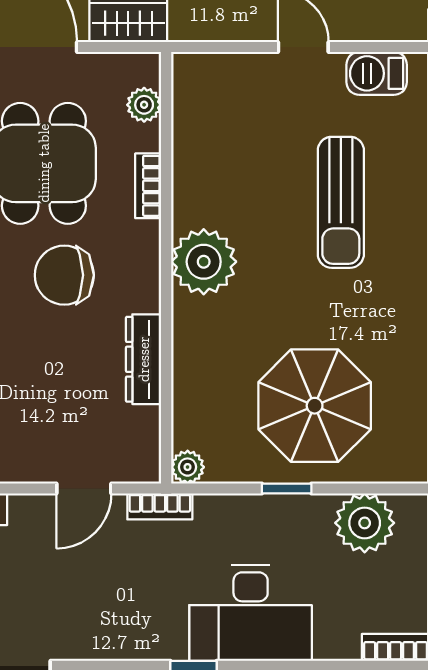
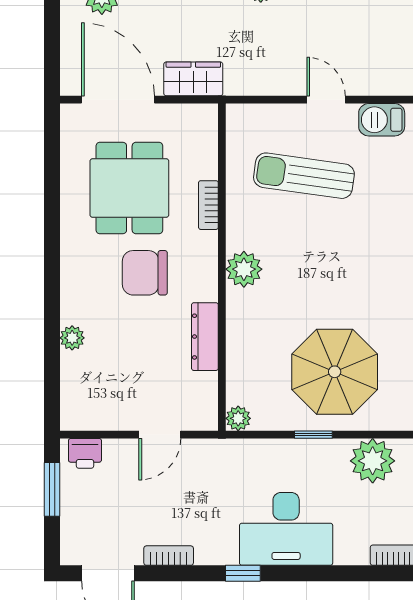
plant: (144, 105) -> (205, 144), removed
sun lounger: (341, 202) -> (304, 176), moved, turned 98
plant: (204, 262) -> (244, 269), width x0.73, depth x0.73
bookcase: (160, 506) -> (169, 556), moved, turned 180

